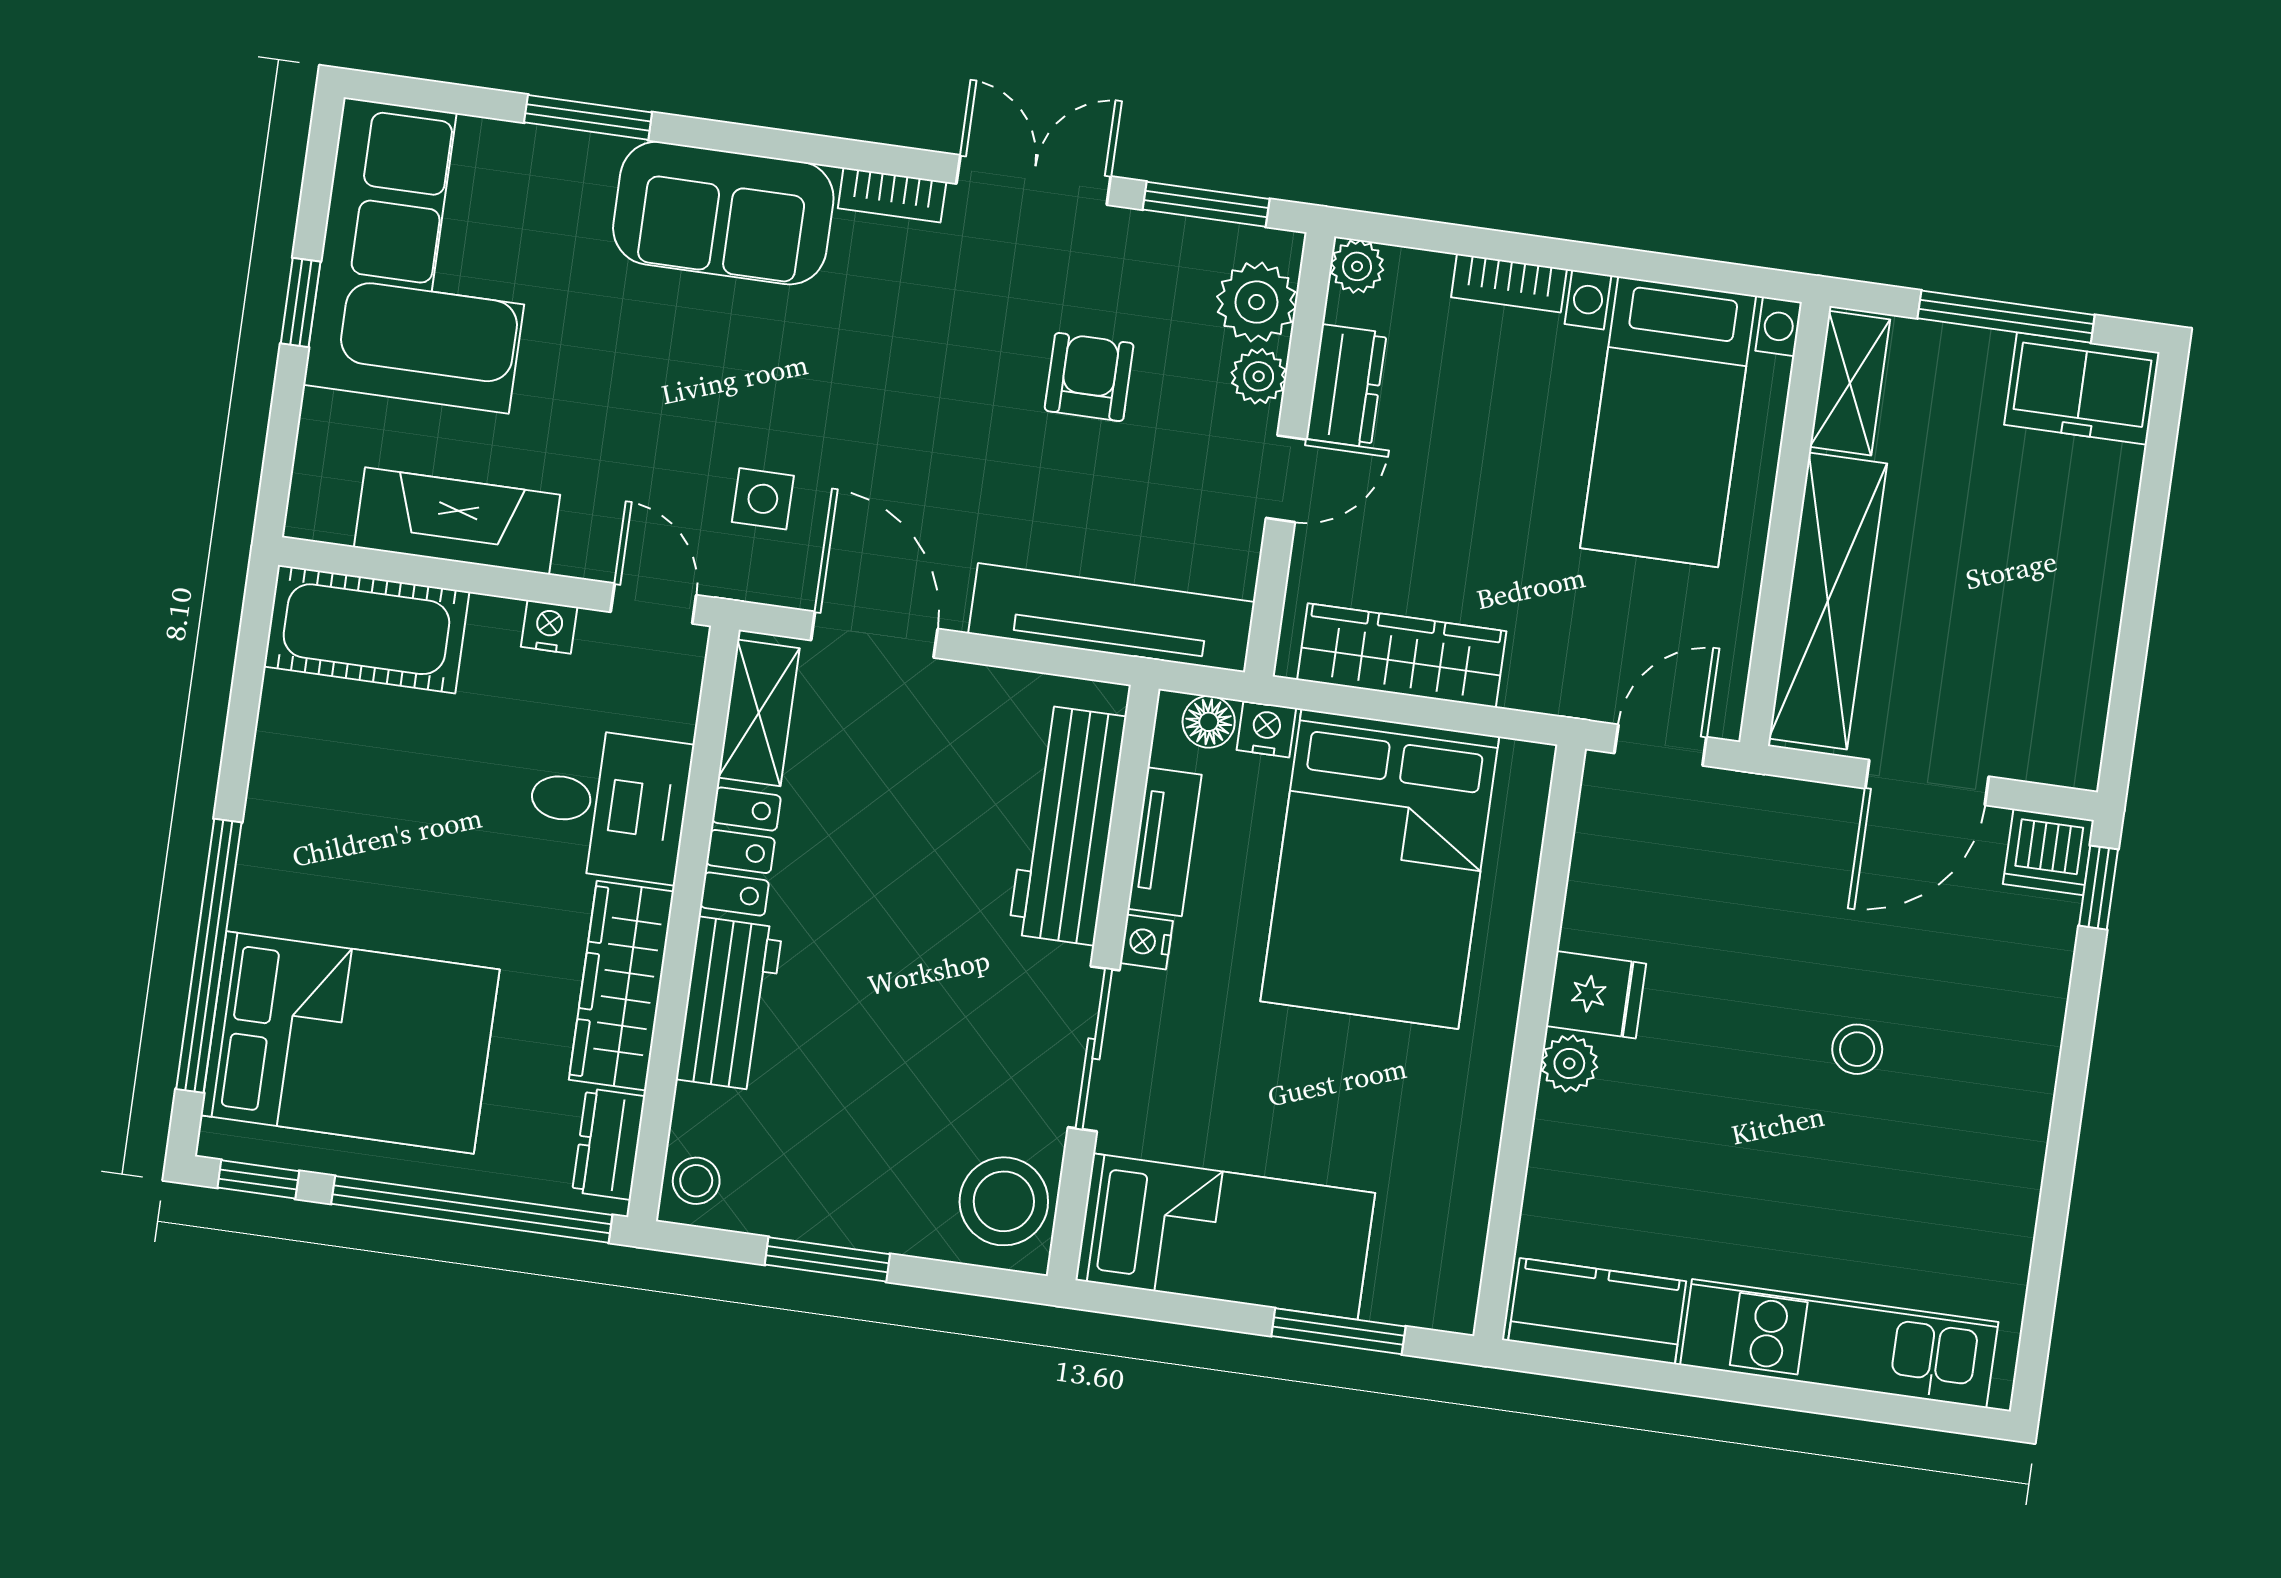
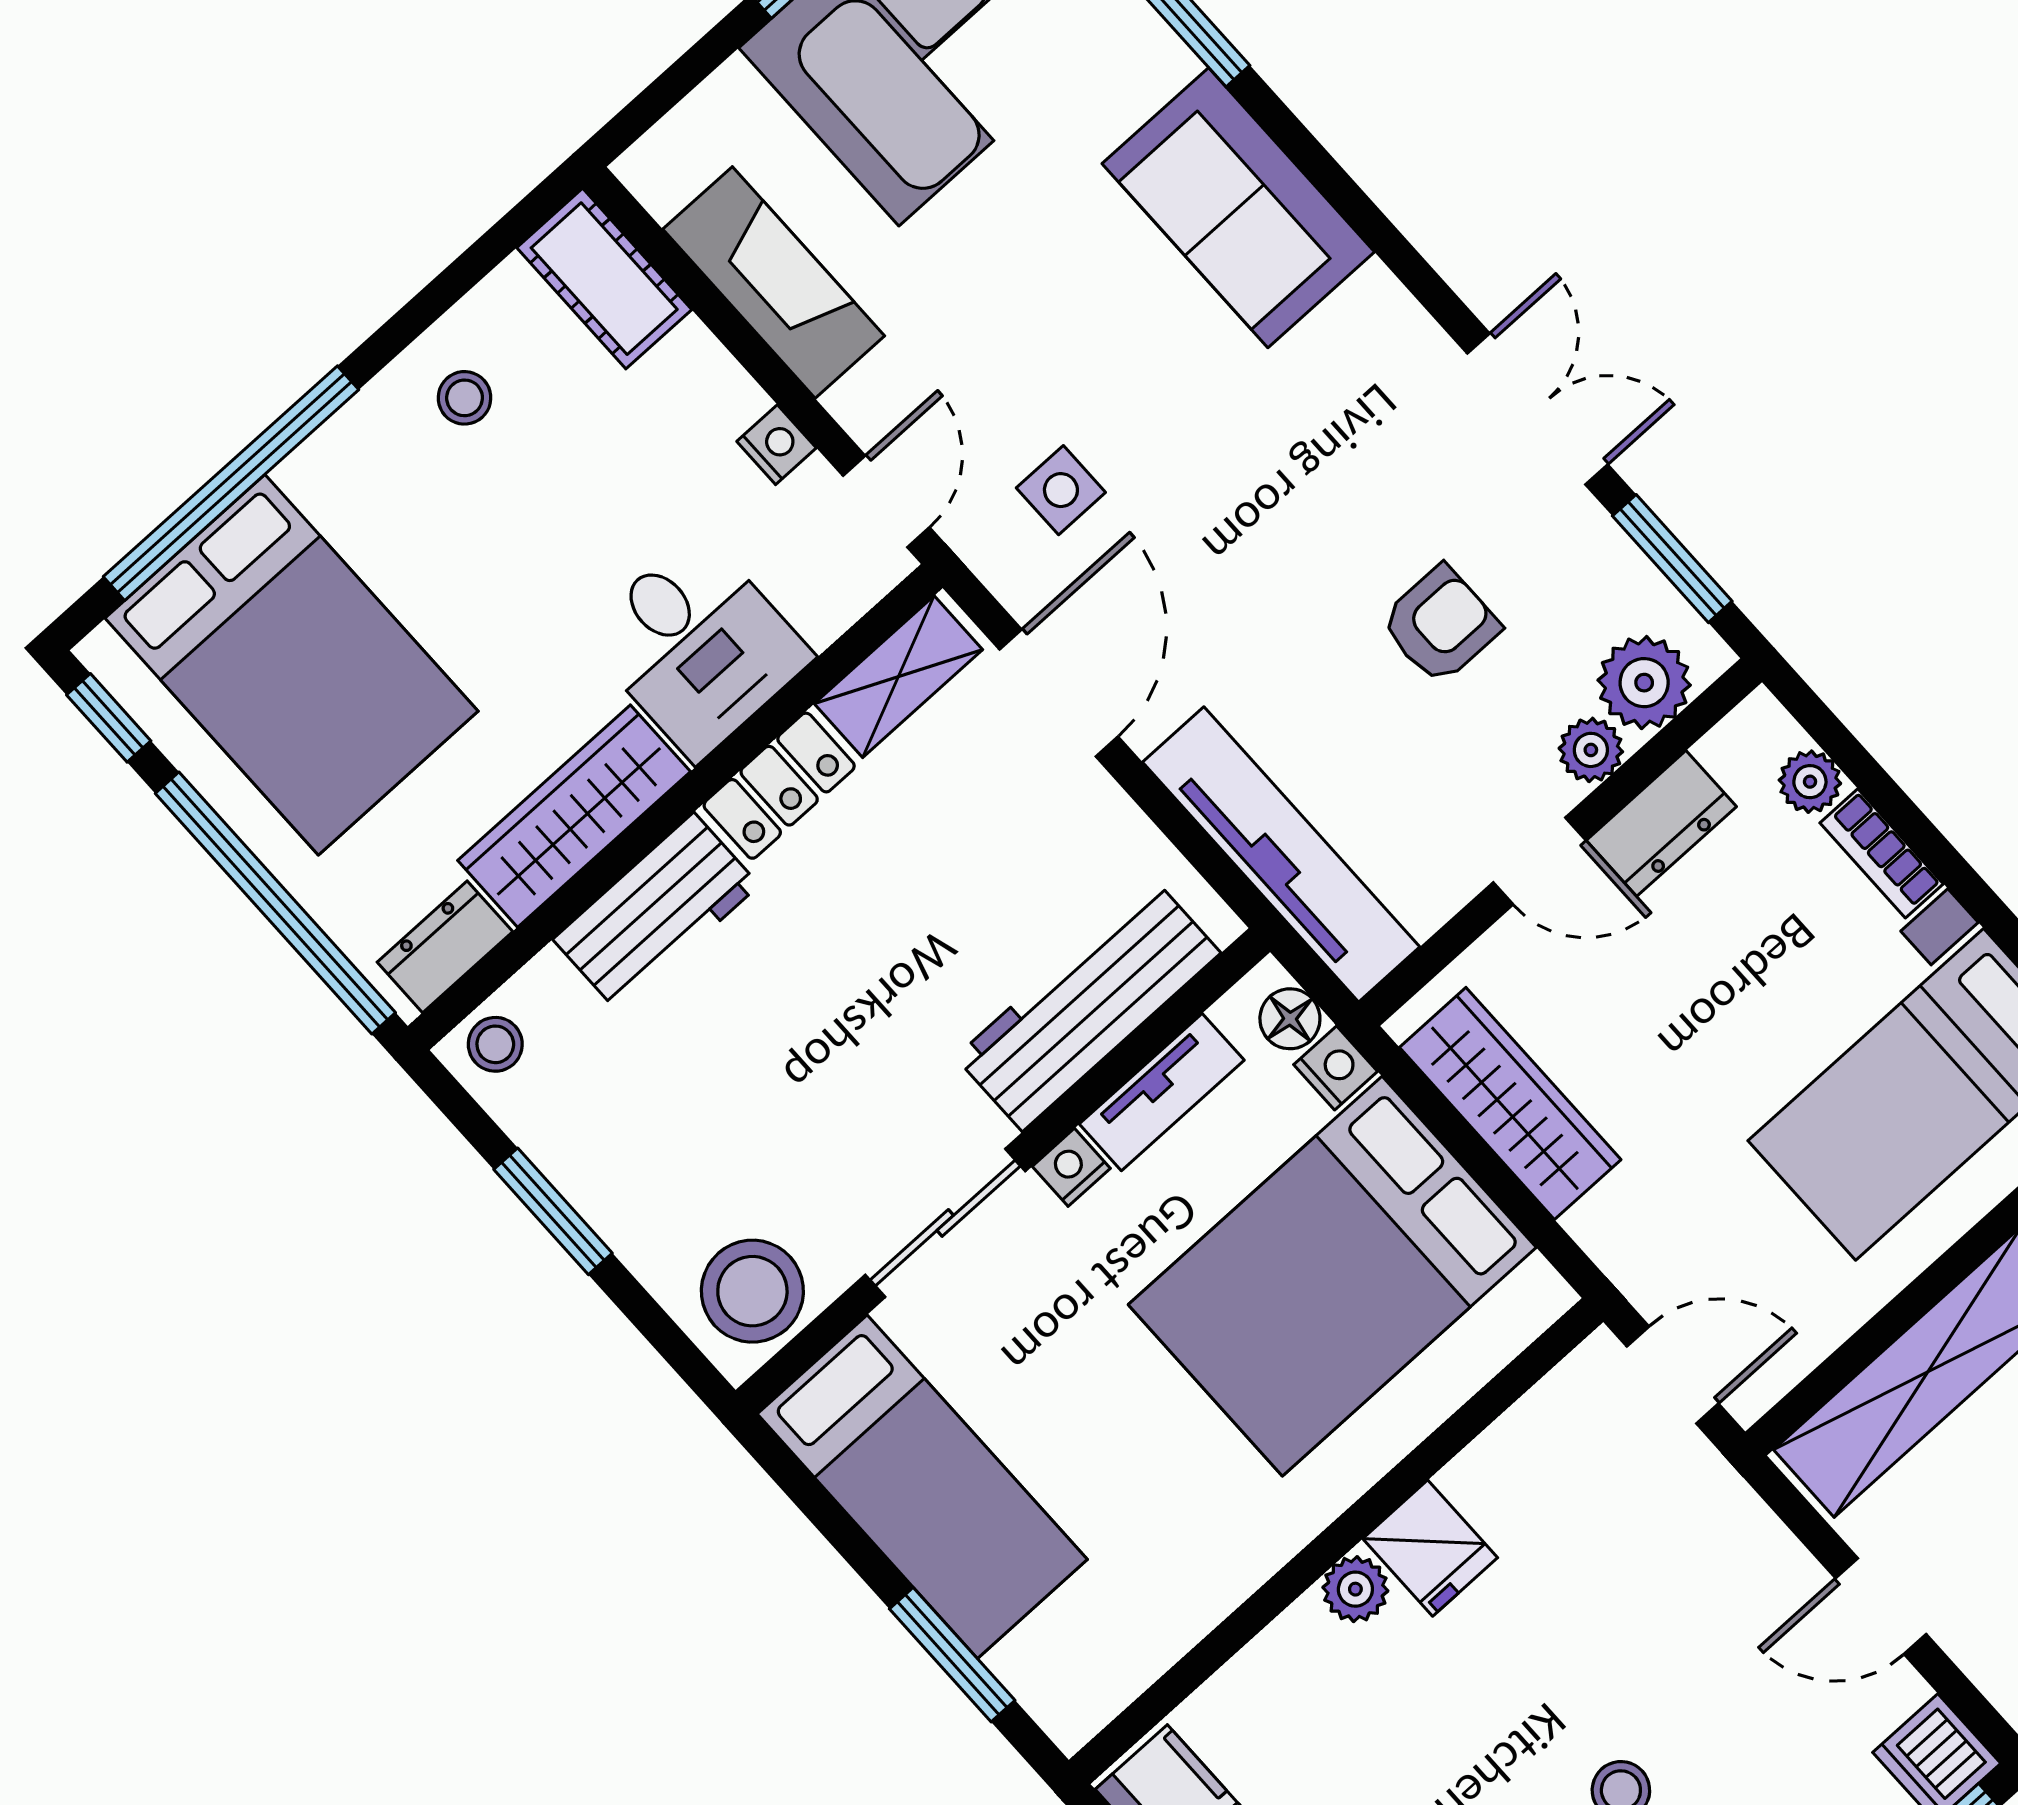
bookcase: (892, 195) -> (1401, 317), removed
plant: (1357, 266) -> (1810, 782), moved
cot: (366, 629) -> (604, 279), width x0.73, depth x0.75
stool: (316, 769) -> (465, 398), added
door: (1927, 783) -> (1881, 1606), width x0.73

